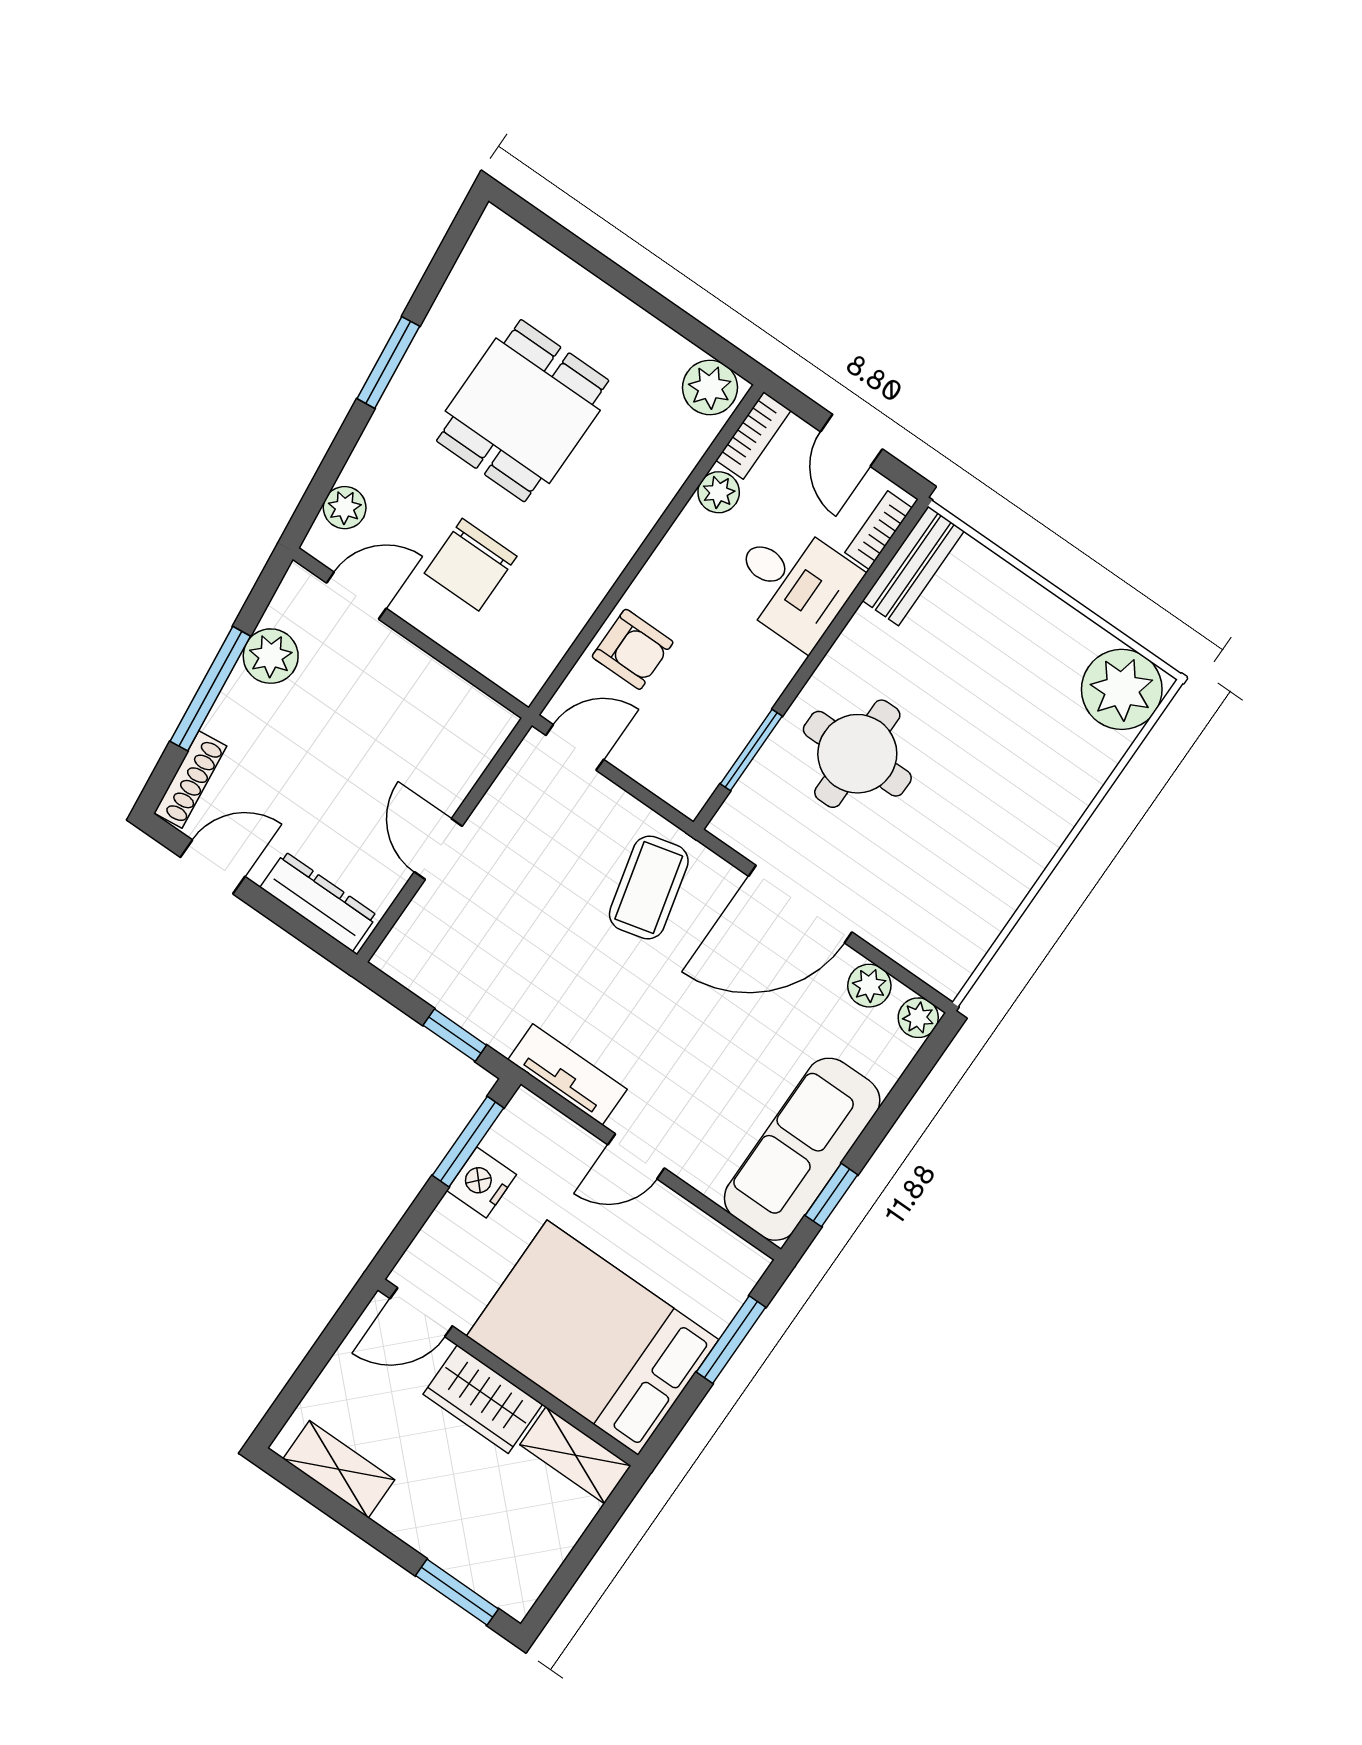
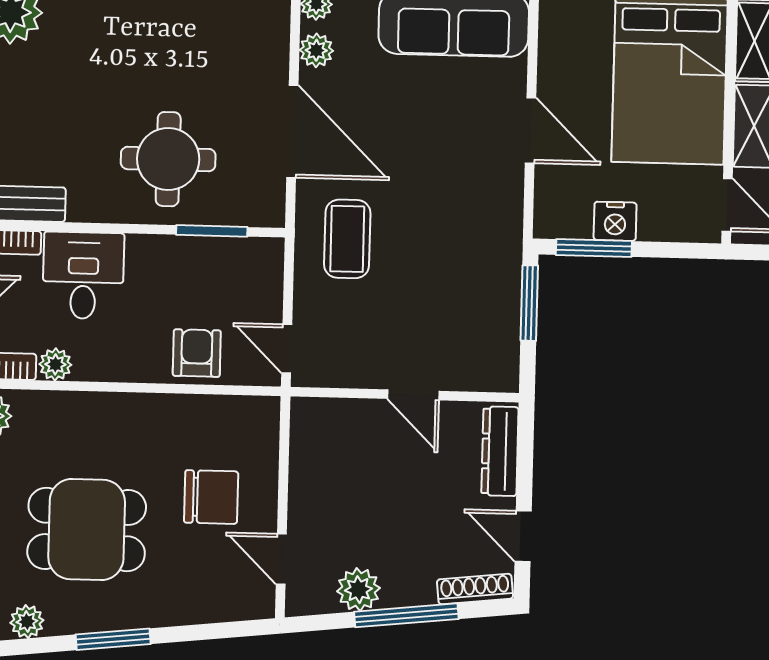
plant: (345, 508) -> (27, 622), moved
door: (438, 849) -> (413, 395), hinge flipped
coffee table: (649, 887) -> (347, 239), turned -76
window: (455, 1035) -> (529, 303), width x1.50
tv unit: (567, 1075) -> (506, 211), removed
door: (636, 1156) -> (531, 130), width x1.37

